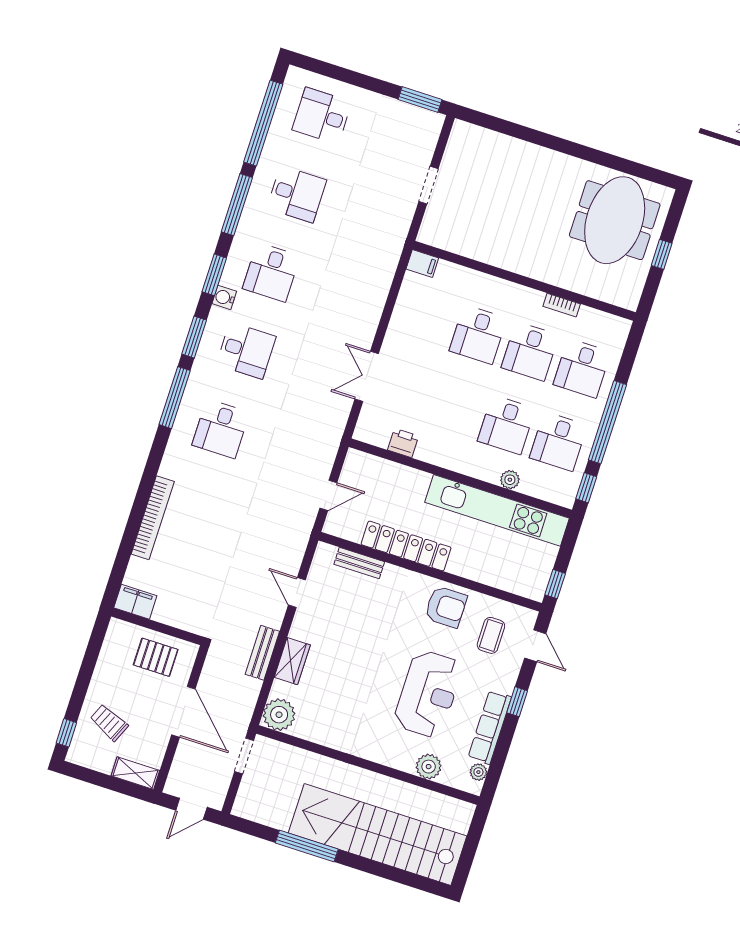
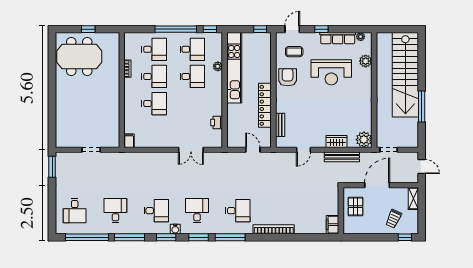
bookcase: (153, 518) -> (274, 229), moved
bench: (262, 653) -> (342, 157), width x1.36
reception desk: (428, 694) -> (331, 72), turned 180

